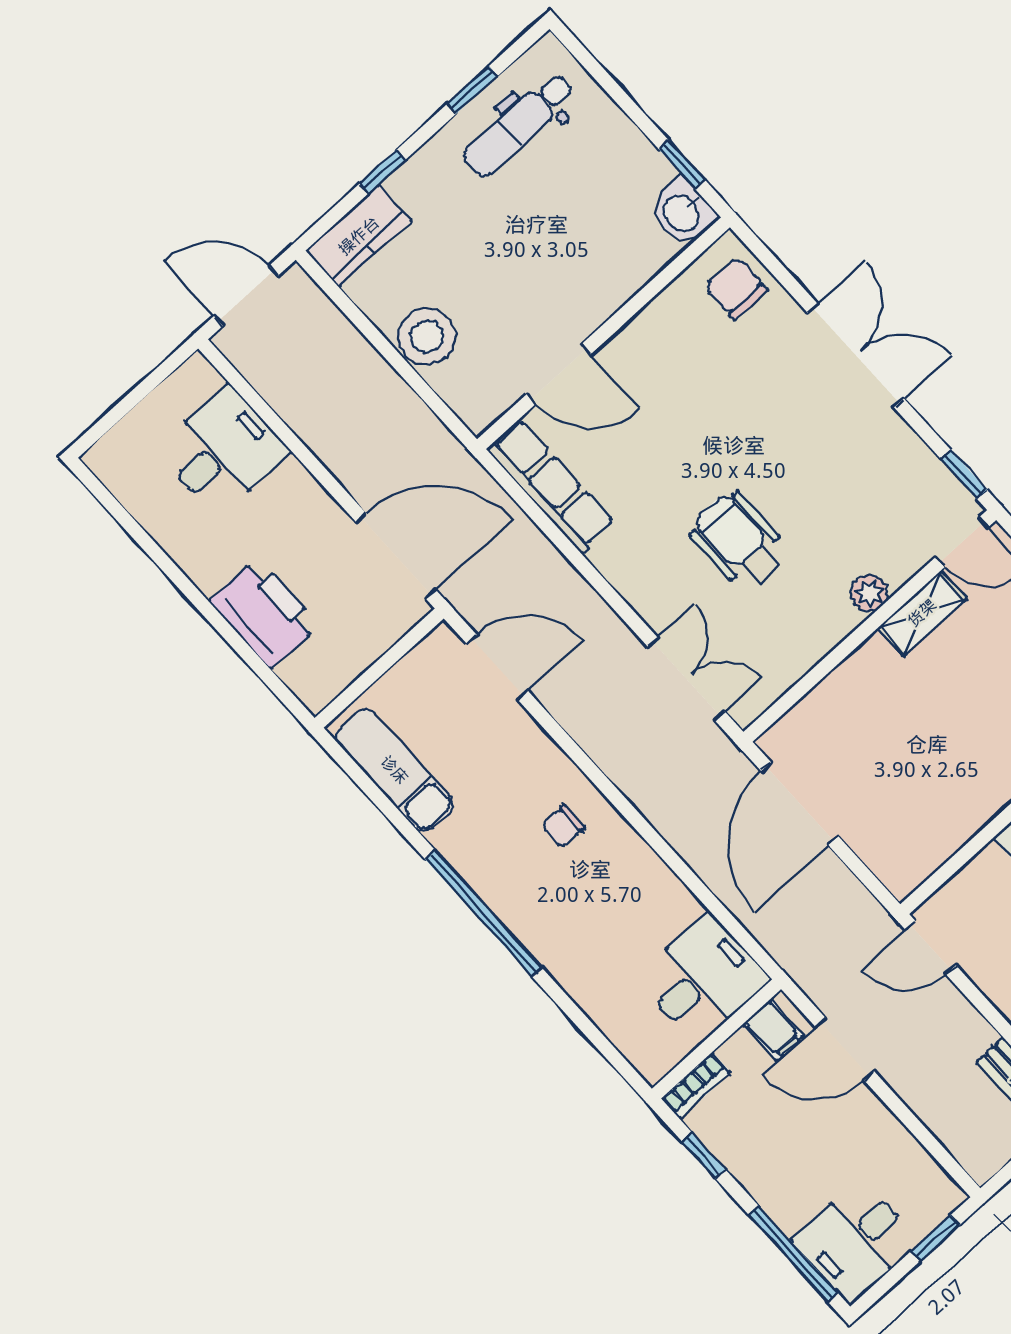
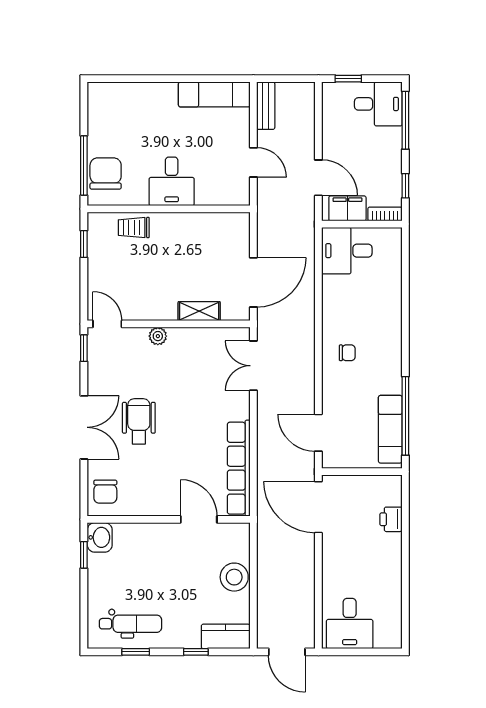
double door: (856, 356) -> (84, 427), swing flipped
desk: (223, 451) -> (350, 623), moved, turned -90
row of seats: (551, 486) -> (239, 468), width x1.36
wheelchair: (739, 541) -> (139, 421), moved, turned 180
printer: (264, 613) -> (391, 519), width x0.53, depth x0.68
shelving: (922, 613) -> (199, 311), moved
window: (483, 913) -> (405, 416), moved
door: (931, 948) -> (253, 162), moved
filing cabinet: (774, 1030) -> (347, 208), width x2.00

